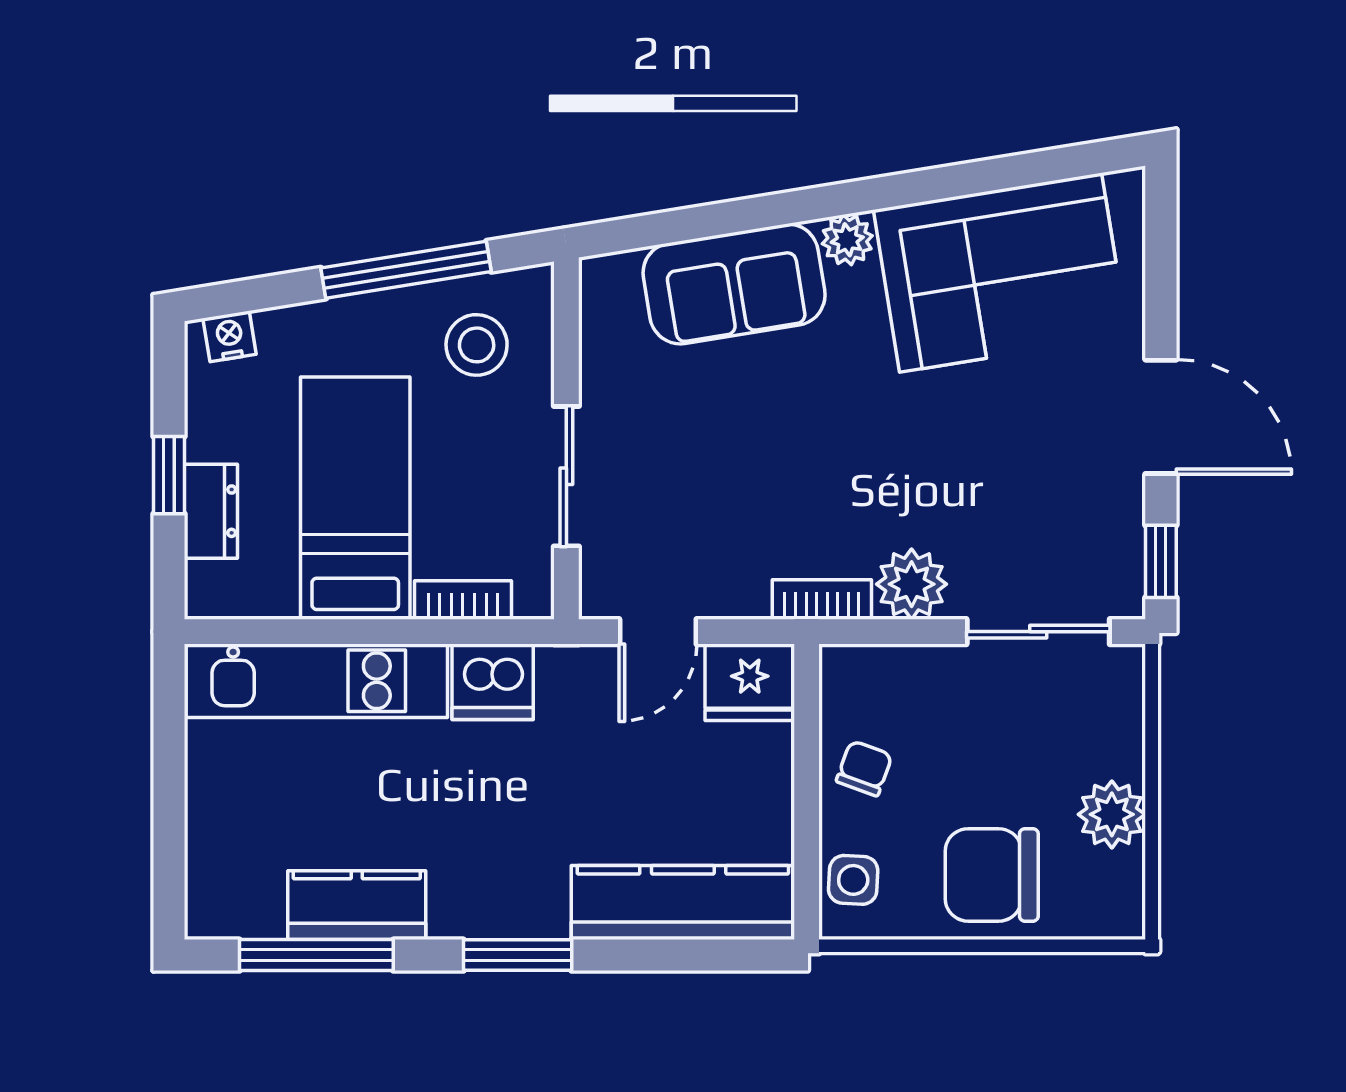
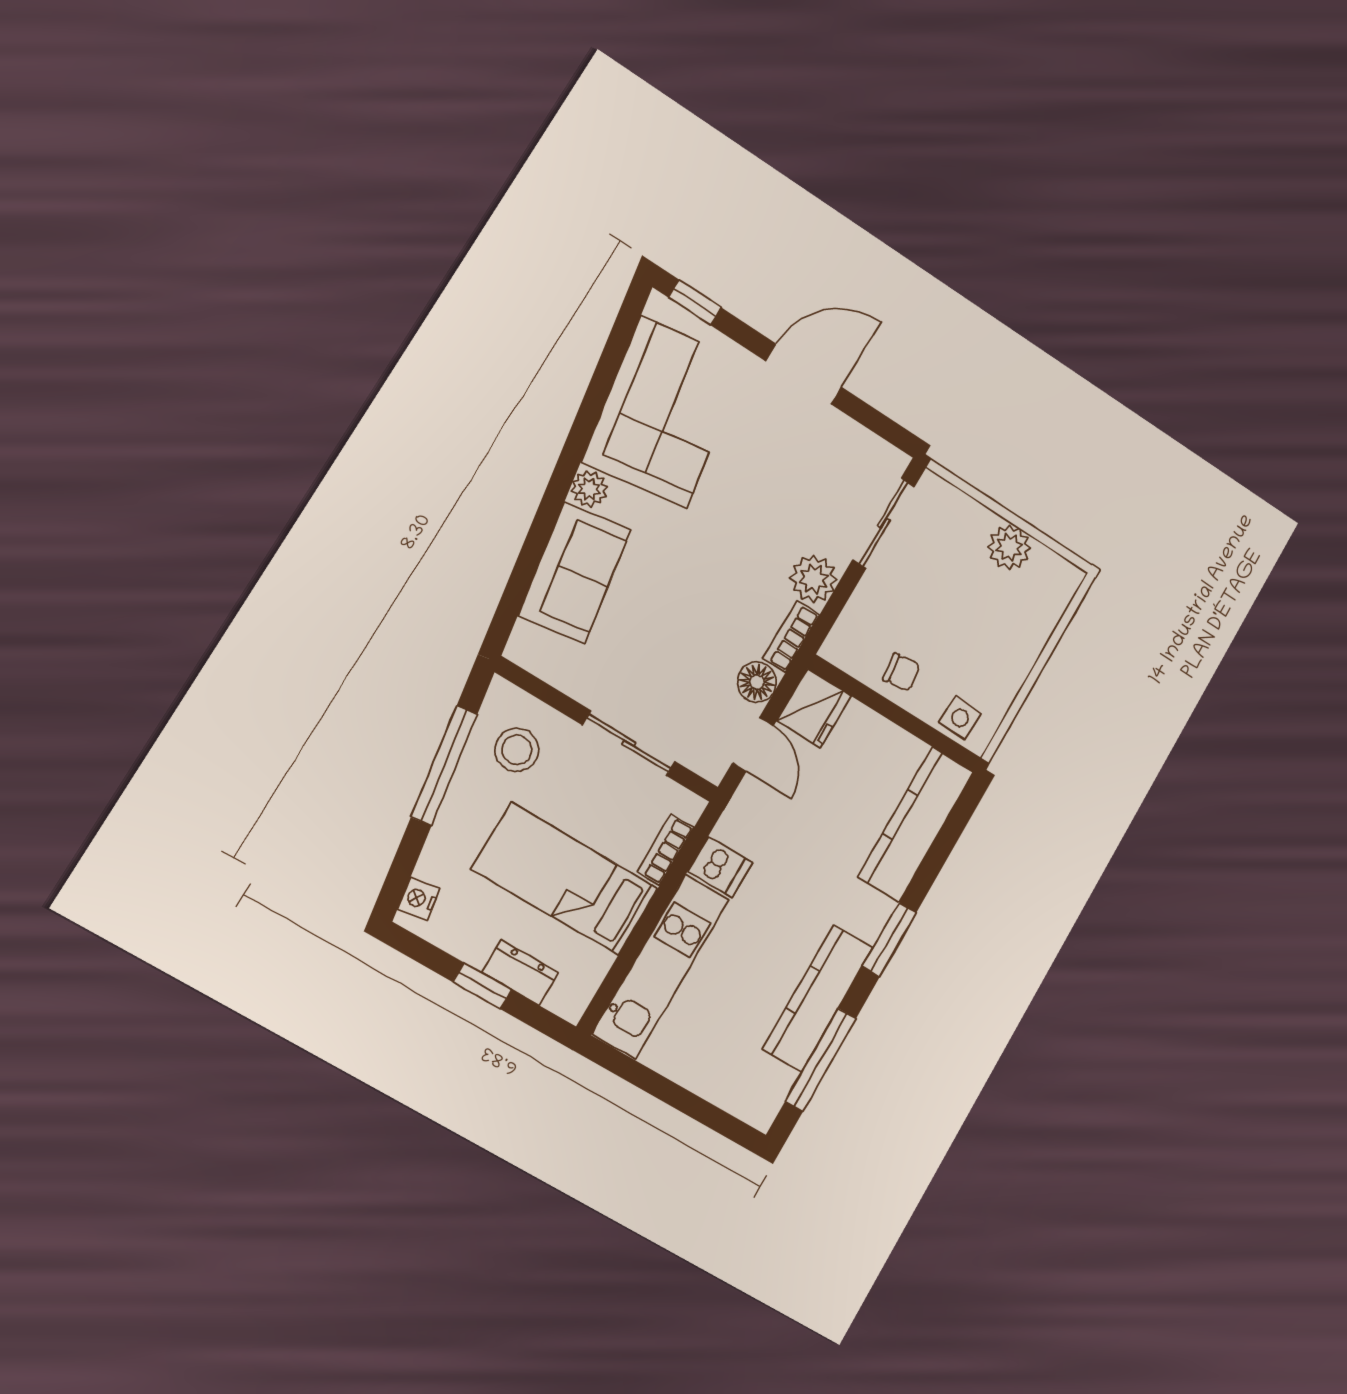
window: (1161, 561) -> (695, 302), moved
floor lamp: (738, 590) -> (757, 682), added
dishwasher: (493, 682) -> (720, 867), width x0.73
chair: (864, 768) -> (902, 672), turned 153
chair: (992, 875) -> (1003, 637), removed
kitchen counter: (357, 905) -> (818, 998), width x1.50

